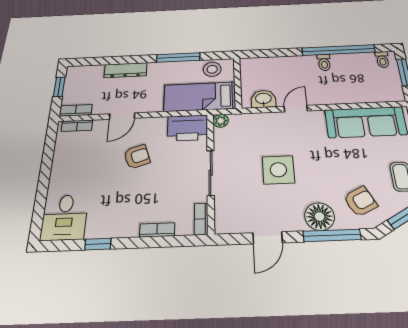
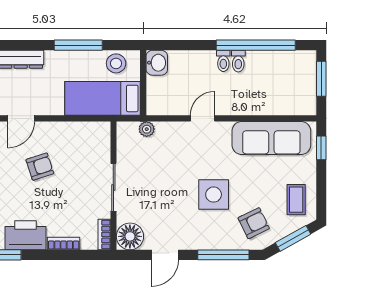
toilet: (382, 60) -> (223, 61), moved
washbasin: (263, 99) -> (157, 63), moved, turned 90
plant: (221, 121) -> (147, 129), moved
printer: (187, 128) -> (25, 235), moved, turned 180
side table: (278, 170) -> (214, 195), moved
floor lamp: (320, 216) -> (130, 236), moved

